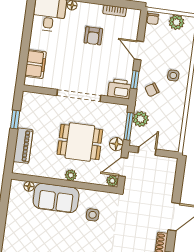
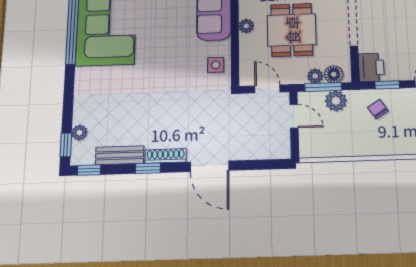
side table: (173, 75) -> (403, 134), removed
floor lamp: (116, 144) -> (334, 74), moved
plant: (112, 181) -> (315, 76), moved
side table: (93, 215) -> (216, 65), moved

